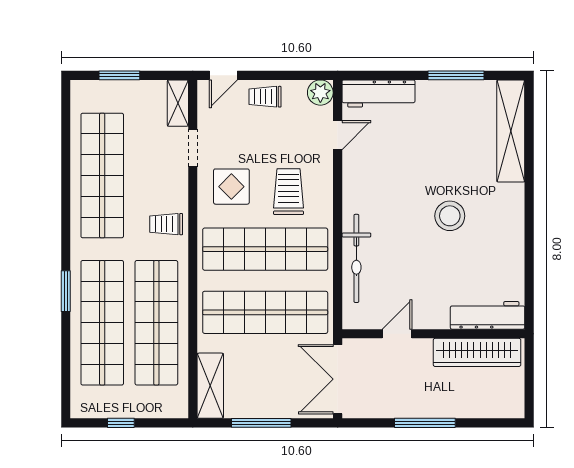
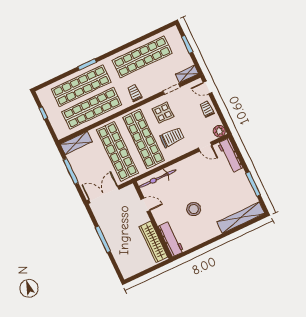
workbench: (488, 315) -> (171, 239), moved
door: (397, 334) -> (145, 205), moved
wall: (433, 334) -> (153, 220), moved
wardrobe: (477, 352) -> (153, 242), moved

